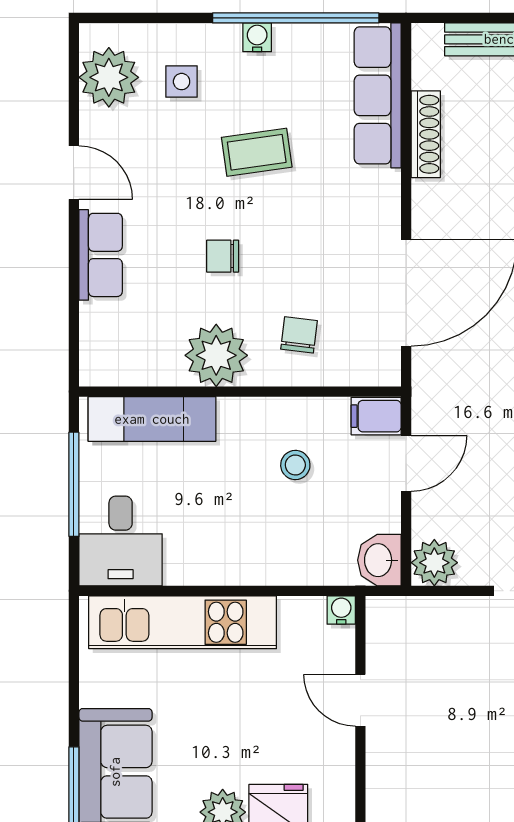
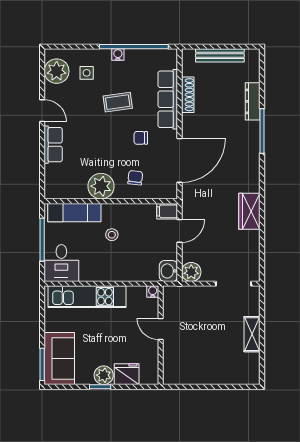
row of seats: (378, 95) -> (168, 99), moved
chair: (223, 256) -> (141, 138), moved
stool: (295, 465) -> (112, 235), moved

